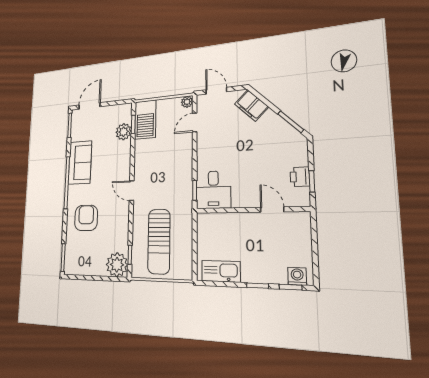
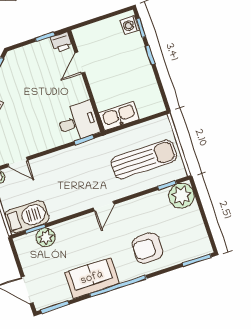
printer: (300, 177) -> (61, 42), moved
kitchen sink: (221, 271) -> (119, 116), moved, turned 90

